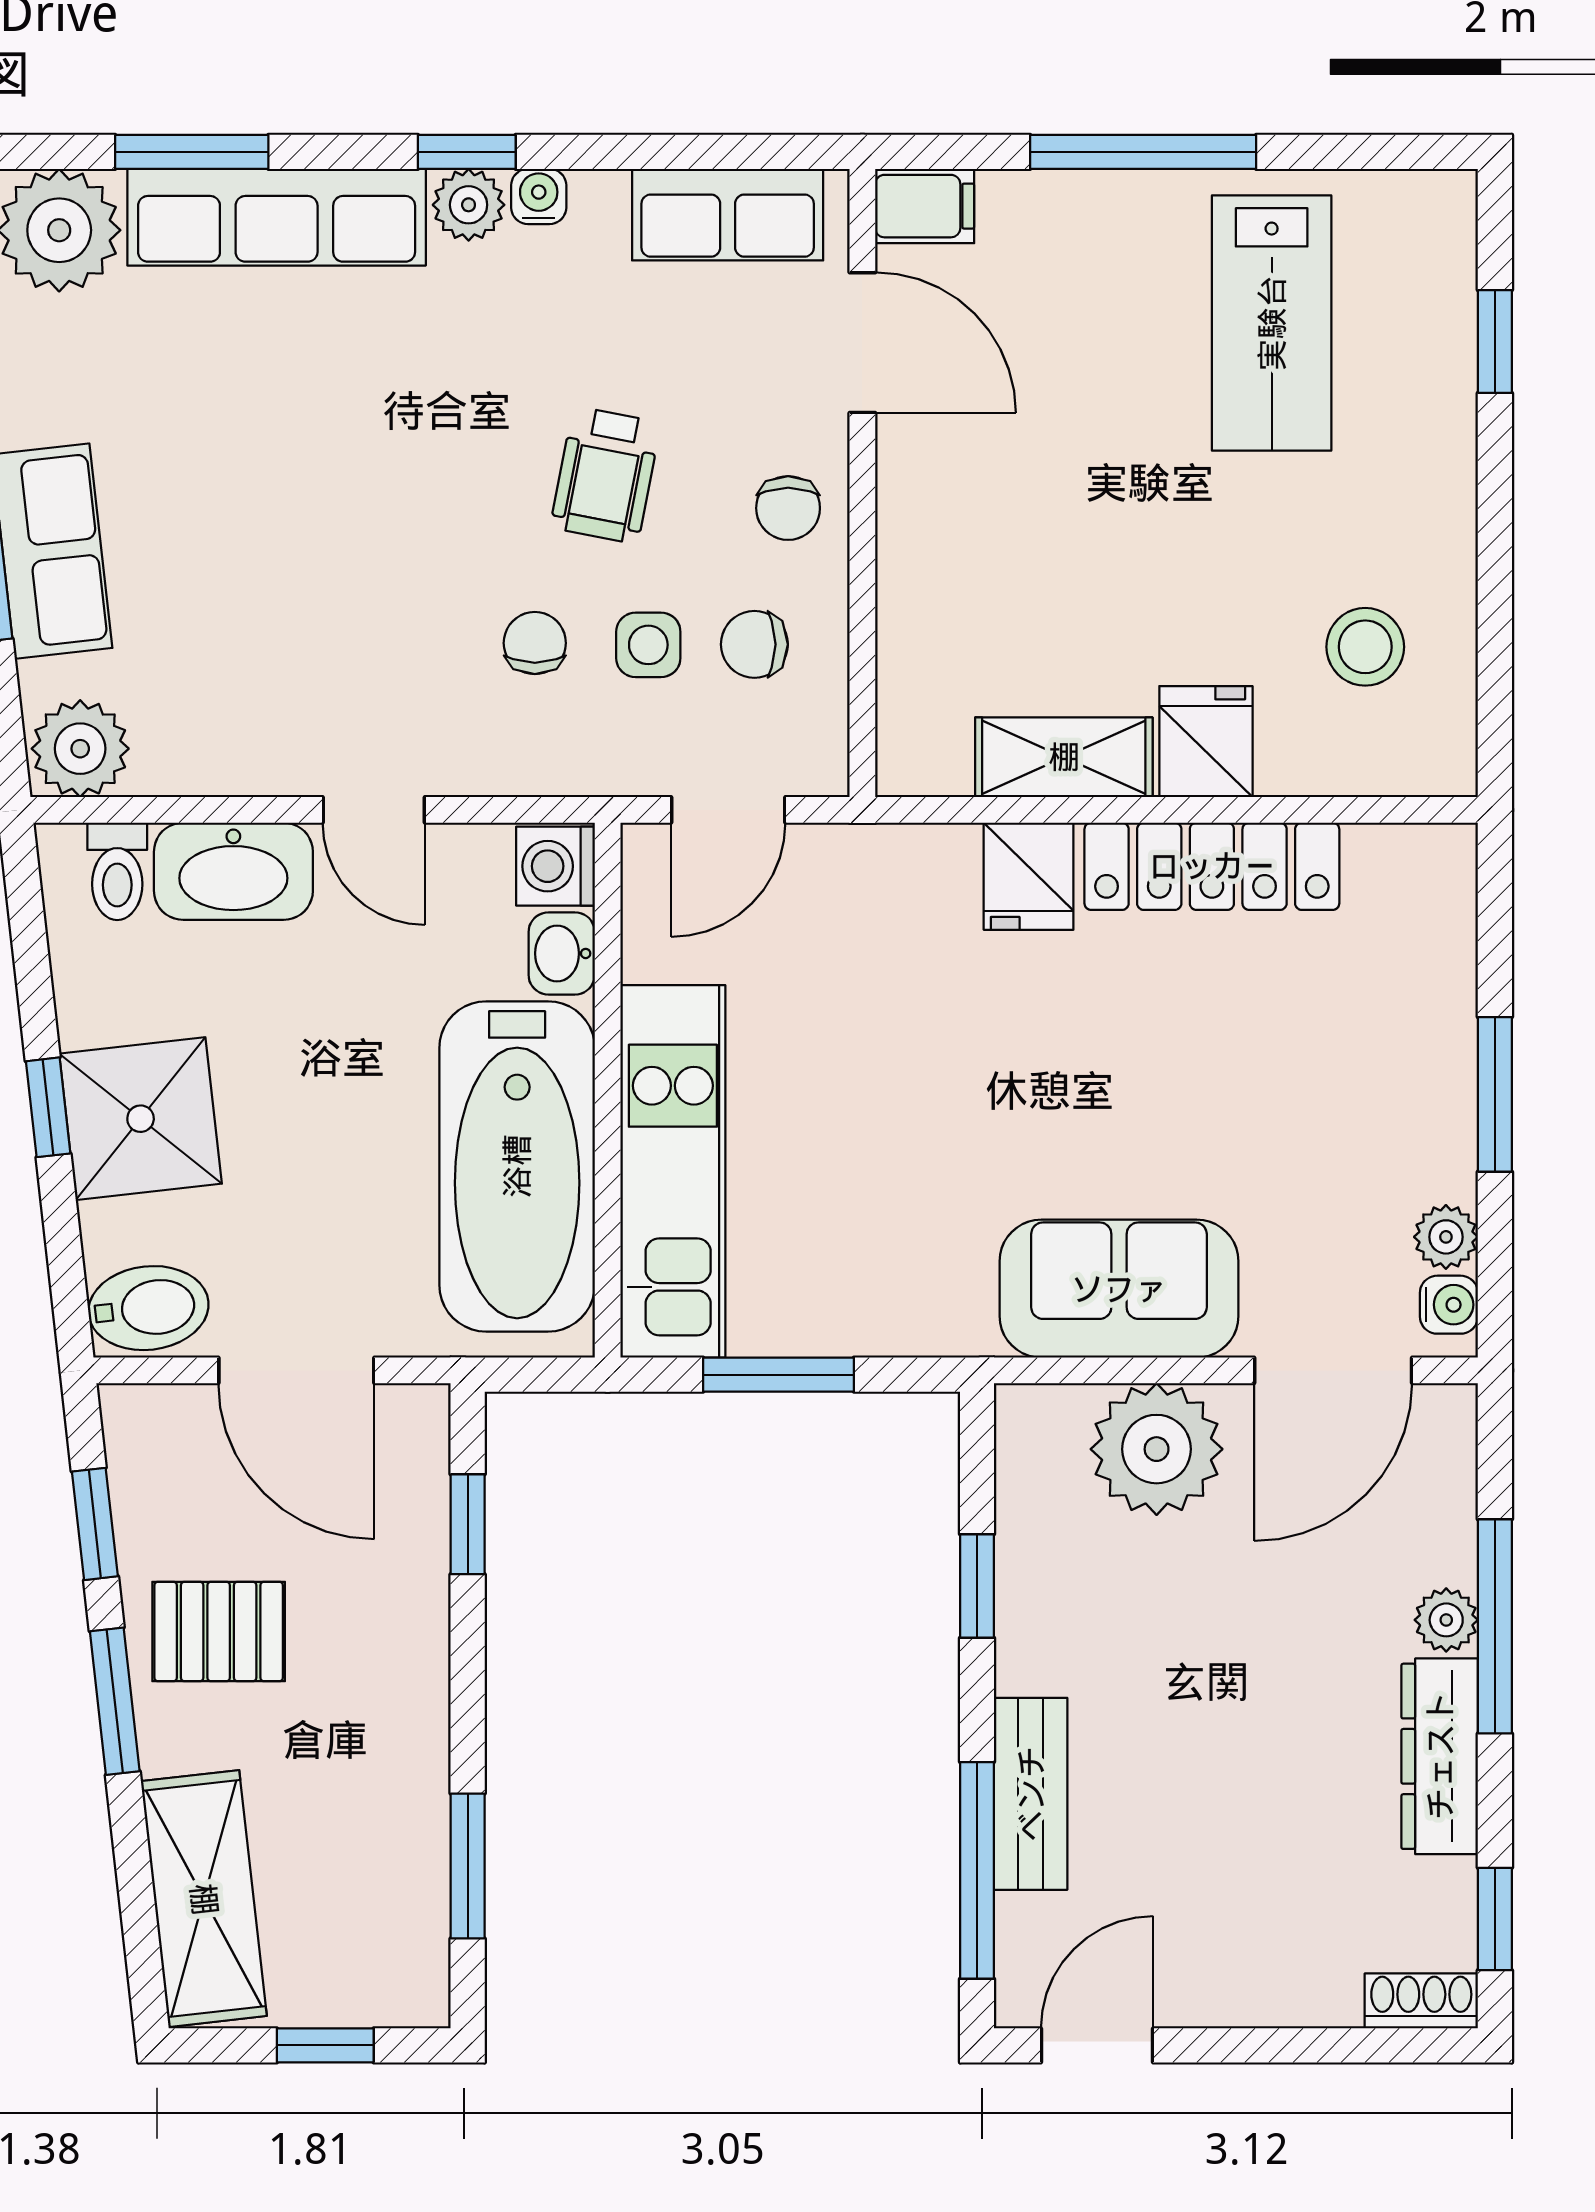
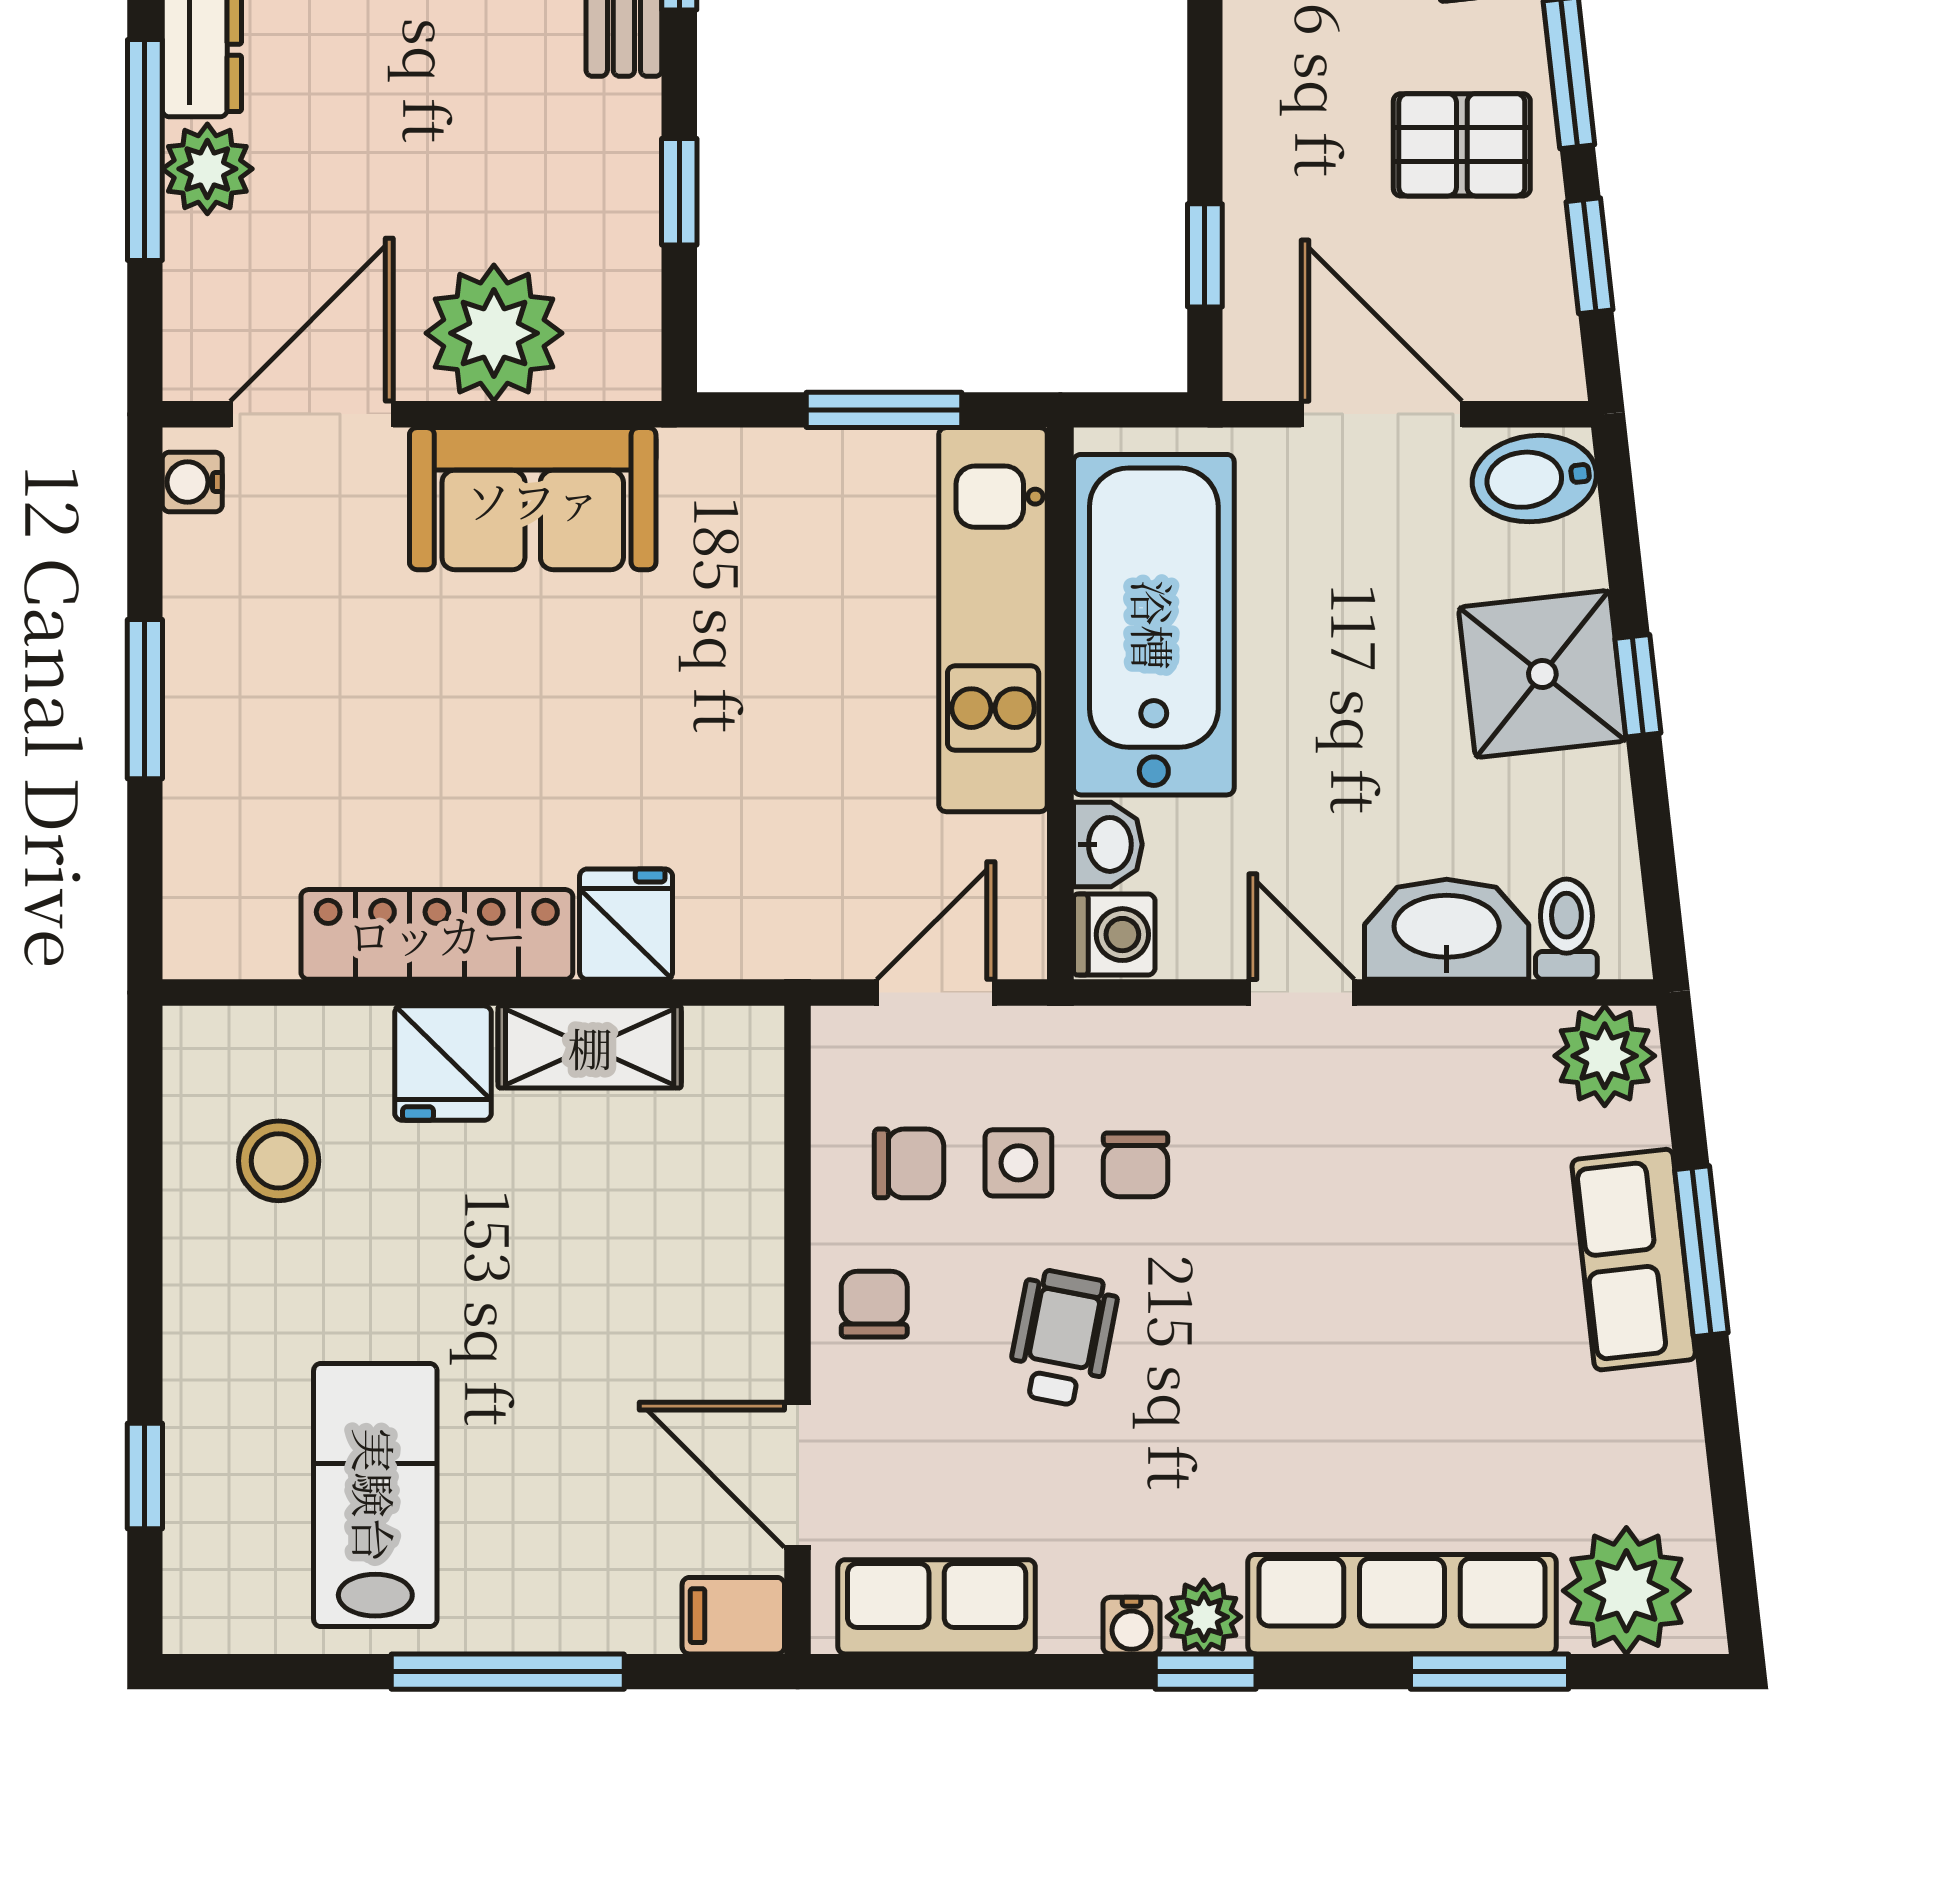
plant: (1446, 1237) -> (195, 552), removed
plant: (1446, 1620) -> (207, 169), width x1.38, depth x1.38

